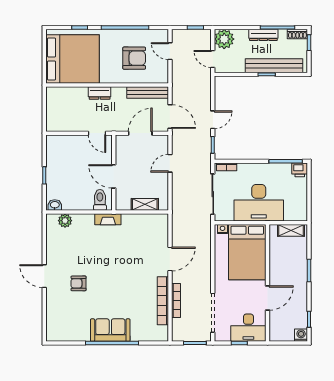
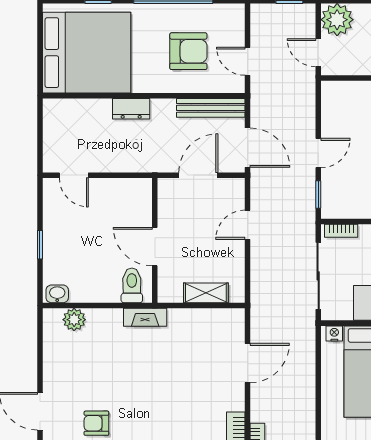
door: (170, 51) -> (248, 61), moved
door: (97, 133) -> (74, 175), moved
door: (170, 259) -> (248, 363), moved

